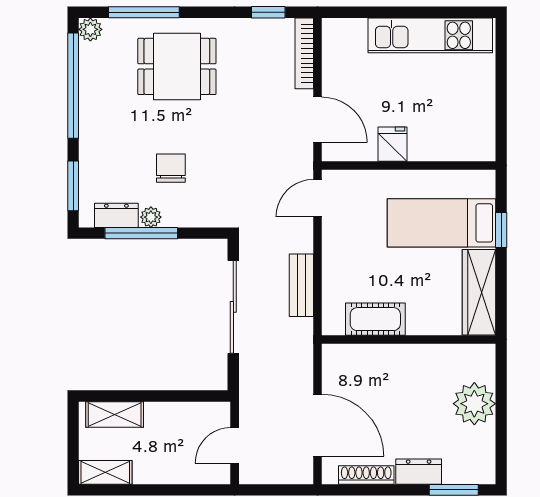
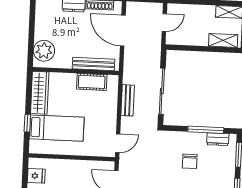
fridge: (392, 144) -> (36, 176), moved, turned -90
plant: (151, 217) -> (201, 138), removed
bench: (373, 355) -> (94, 64), added
plant: (474, 404) -> (44, 51), moved

